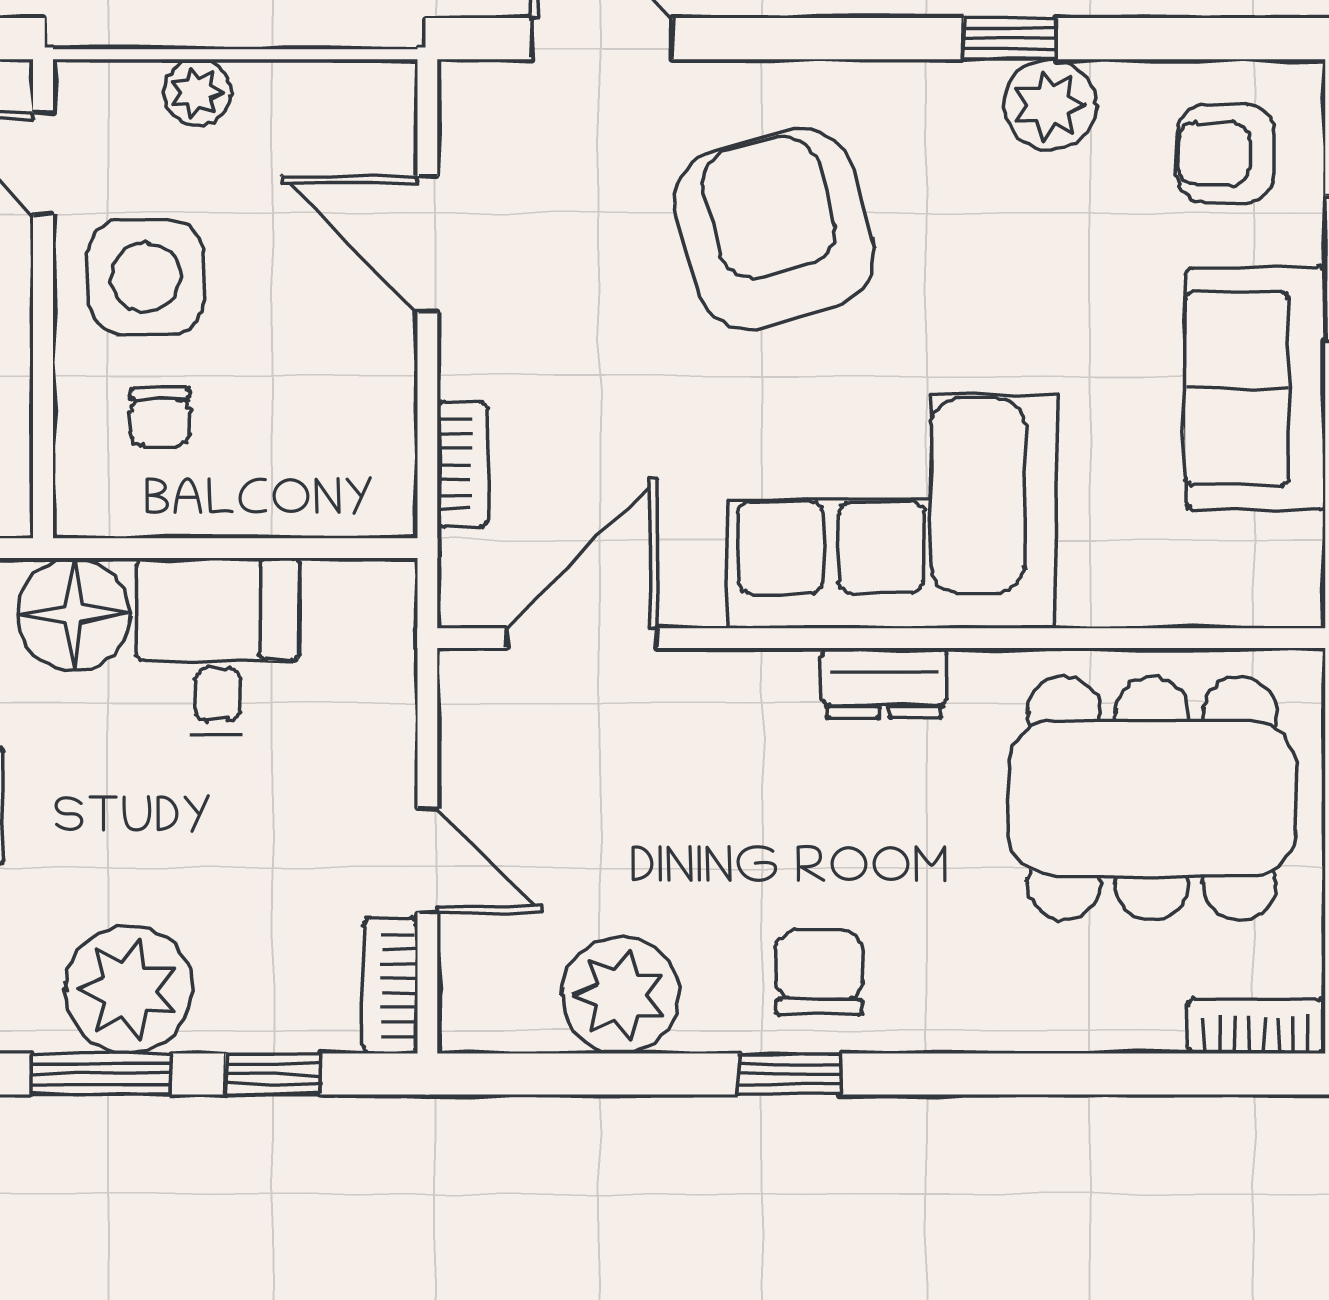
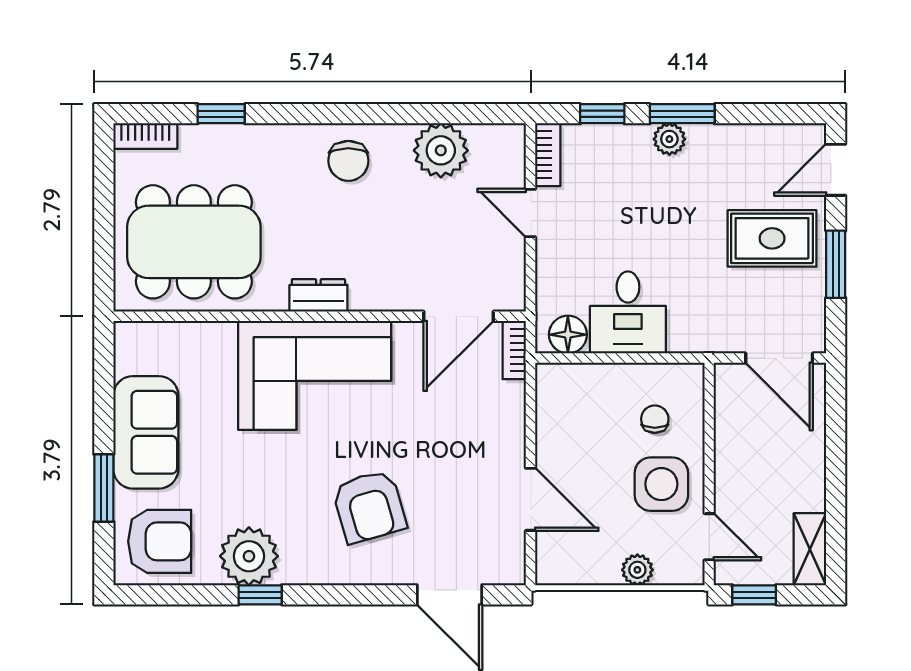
plant: (1050, 105) -> (249, 556), width x1.36, depth x1.36
armchair: (1226, 154) -> (160, 541), width x1.38, depth x1.38
armchair: (775, 229) -> (369, 507), width x0.73, depth x0.73
bookcase: (462, 464) -> (514, 350), moved
floor lamp: (73, 614) -> (568, 335), moved, width x0.73, depth x0.73
plant: (129, 990) -> (669, 139), width x0.53, depth x0.53
window: (789, 1074) -> (221, 114), moved

